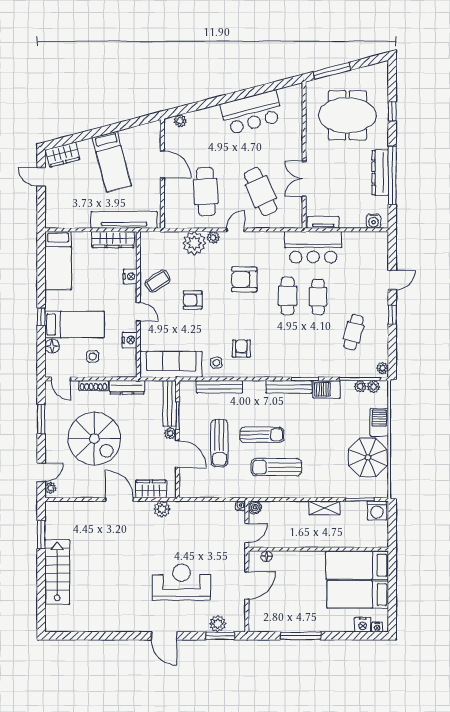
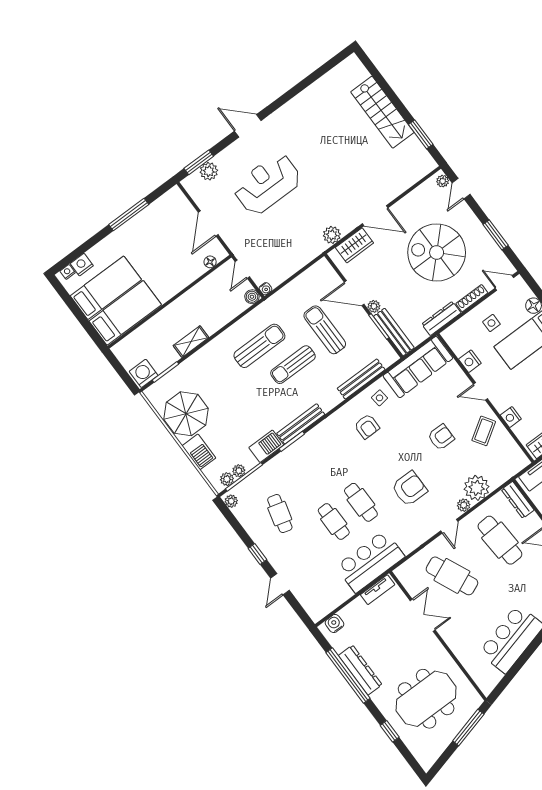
dresser: (171, 212) -> (518, 500), added
reception desk: (182, 582) -> (267, 184), turned 180

